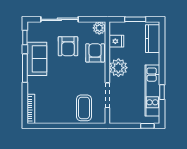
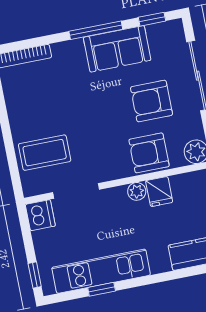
fridge: (116, 41) -> (159, 192), moved
armchair: (95, 53) -> (149, 153), turned 180
plant: (118, 68) -> (137, 191), width x0.53, depth x0.53
dishwasher: (117, 117) -> (40, 215), added

